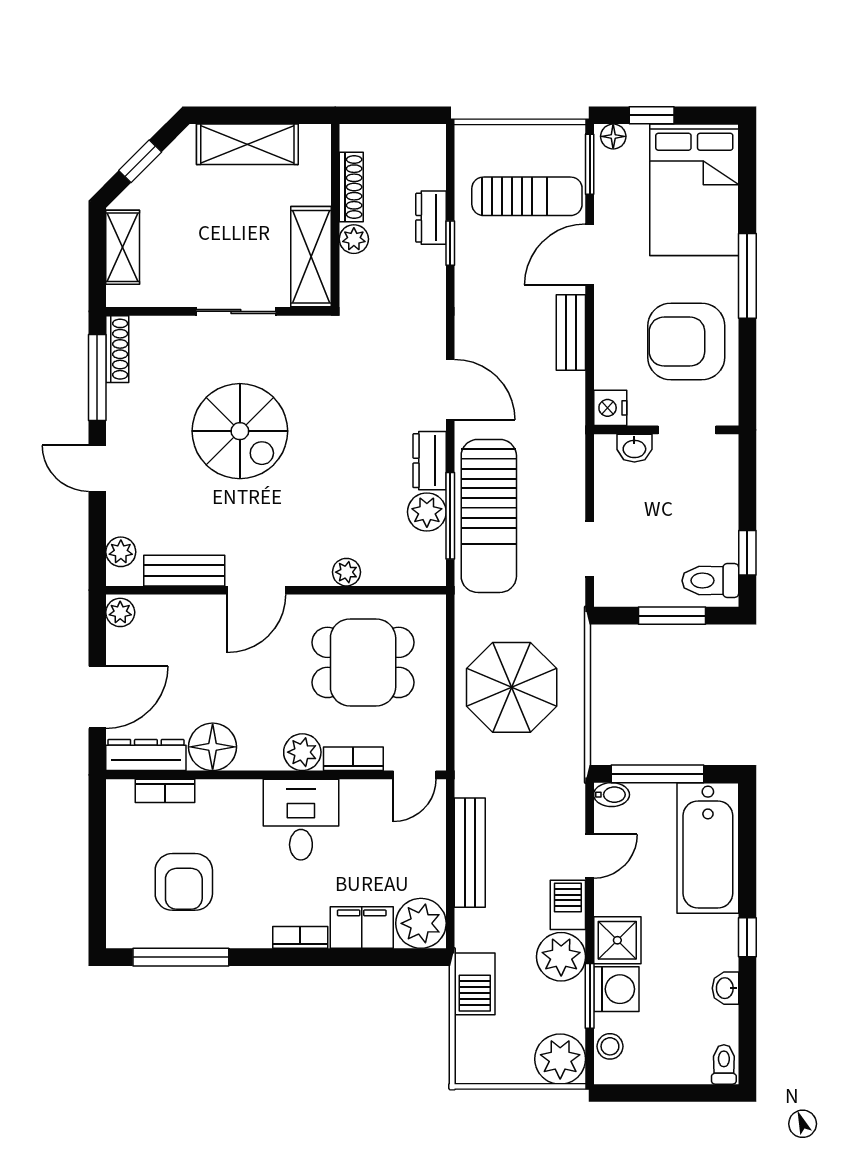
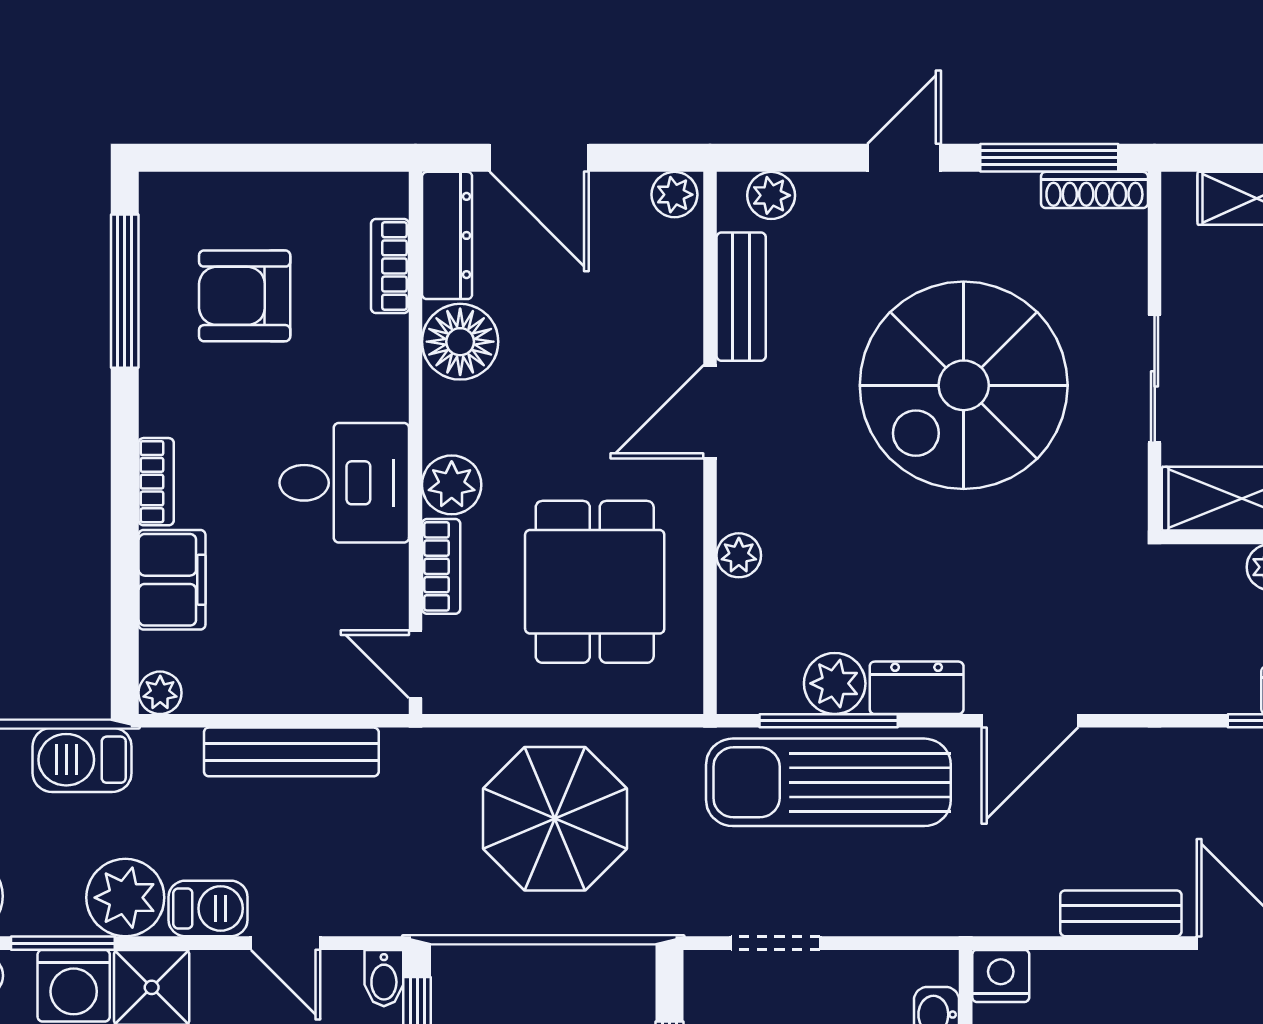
spiral stairs: (240, 431) -> (964, 385), width x1.37, depth x1.37
door: (257, 590) -> (710, 412), hinge flipped
plant: (421, 923) -> (160, 693), width x0.53, depth x0.53

